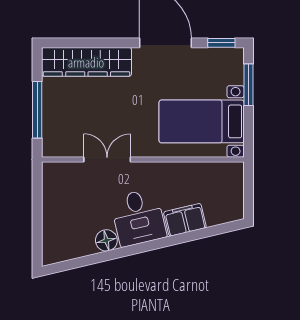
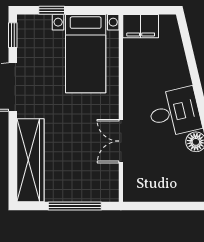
window: (248, 85) -> (52, 10), width x0.67
filing cabinet: (185, 220) -> (141, 26), moved, turned -77

